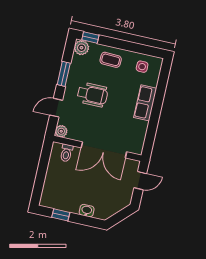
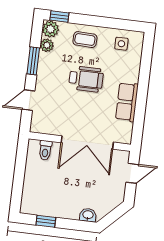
wheelchair: (92, 95) -> (86, 79), moved
row of seats: (145, 103) -> (127, 102), moved
plant: (61, 131) -> (47, 45), moved
washbasin: (87, 211) -> (88, 215), moved

